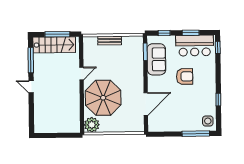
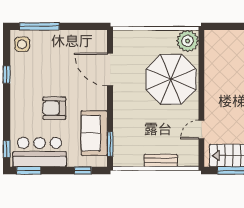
window: (191, 33) -> (29, 170), moved
door: (81, 73) -> (201, 129), moved
door: (146, 104) -> (110, 70), hinge flipped

